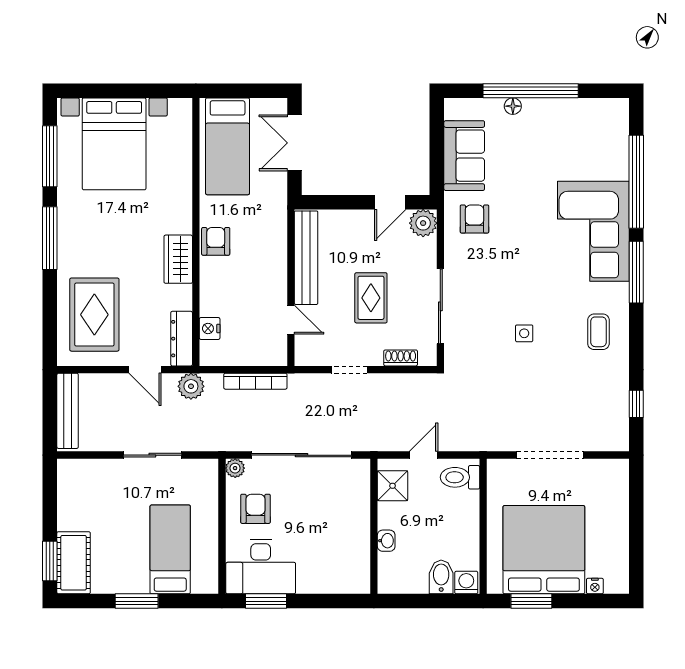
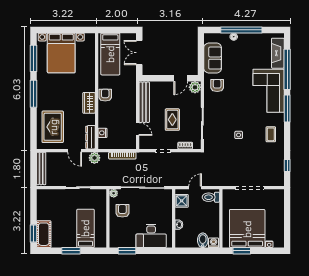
fireplace: (615, 144) -> (278, 53), added
desk: (261, 567) -> (151, 236), moved

